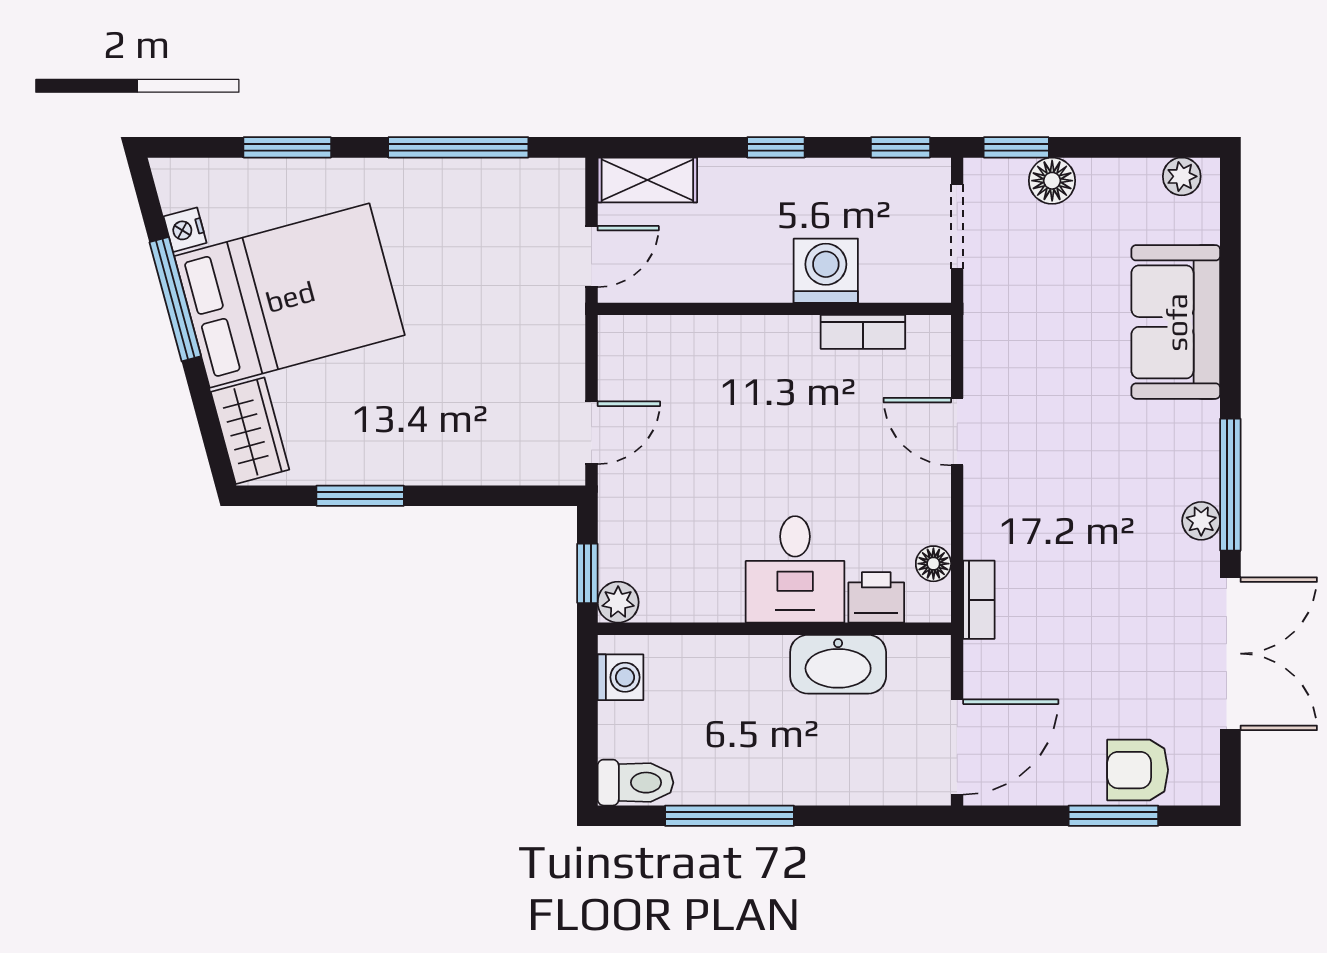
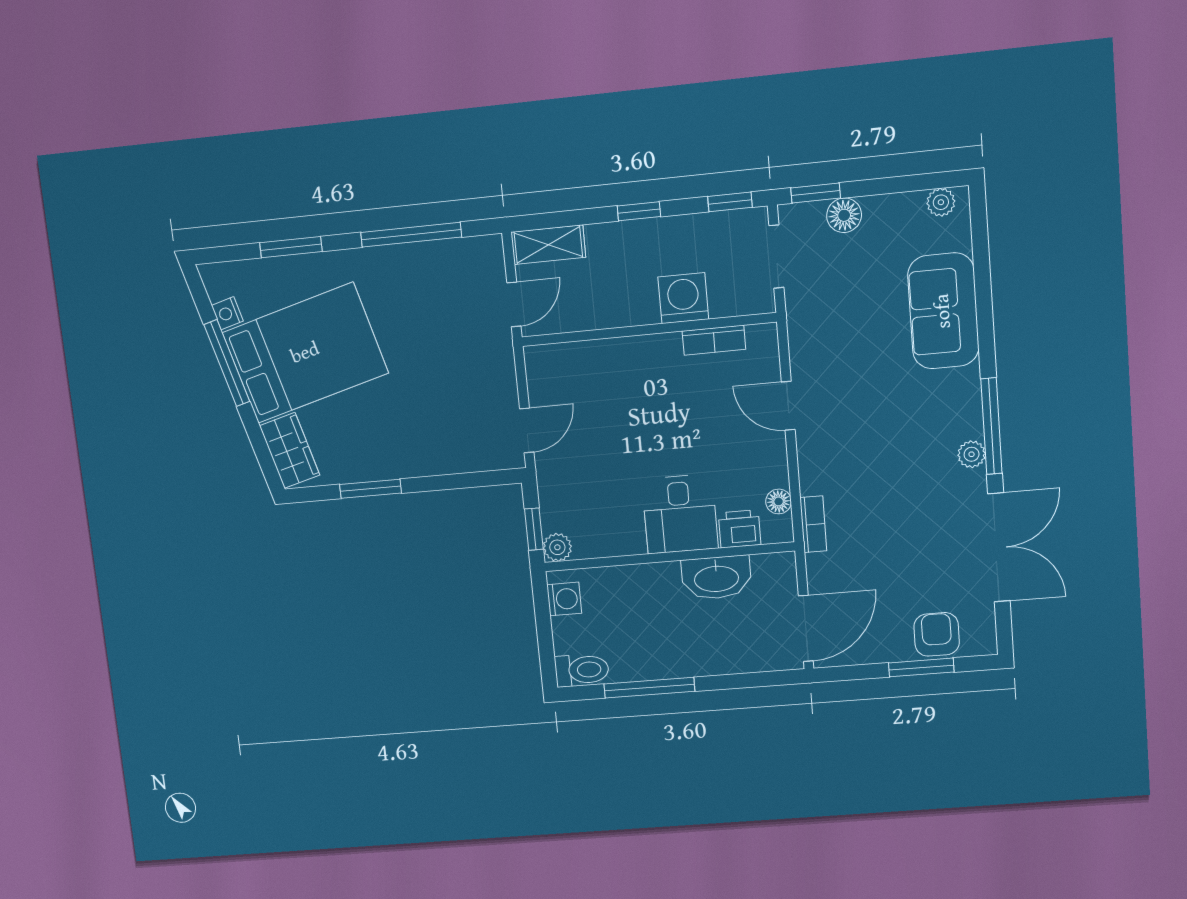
armchair: (1138, 770) -> (937, 634), turned 90

